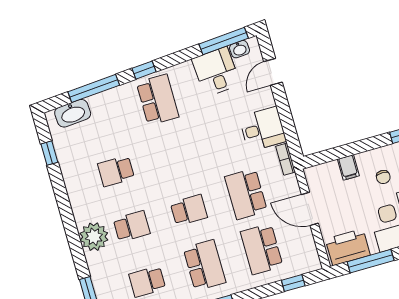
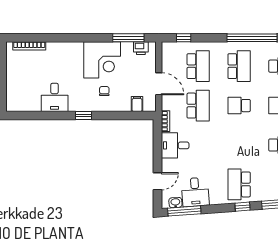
filing cabinet: (348, 167) -> (137, 104), moved
printer: (348, 247) -> (141, 48), width x0.53, depth x0.68
school desk: (204, 265) -> (239, 66), turned 180

